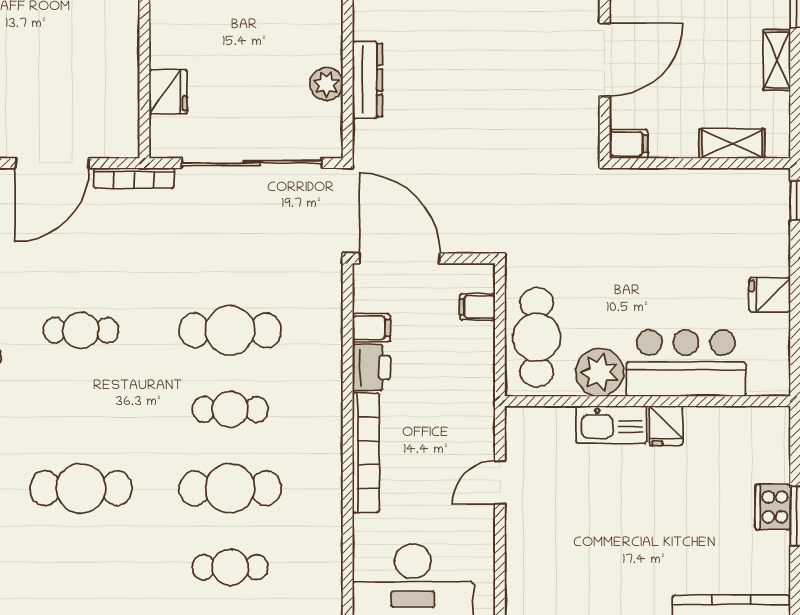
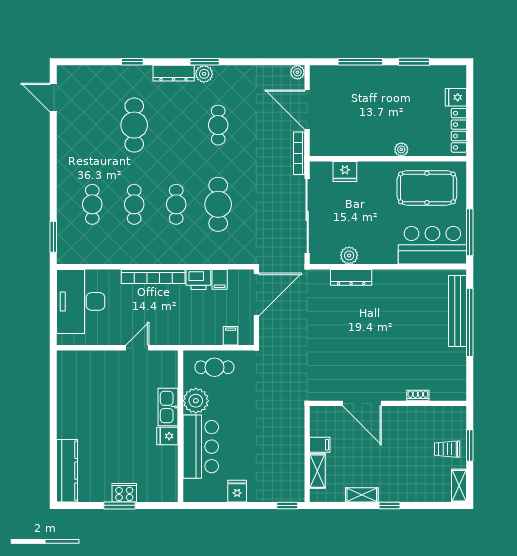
filing cabinet: (629, 144) -> (320, 445), moved, turned -90
cafe table: (537, 337) -> (214, 367), width x0.73, depth x0.74
door: (500, 482) -> (137, 348), hinge flipped
cafe table: (230, 488) -> (134, 204), width x0.73, depth x0.74

